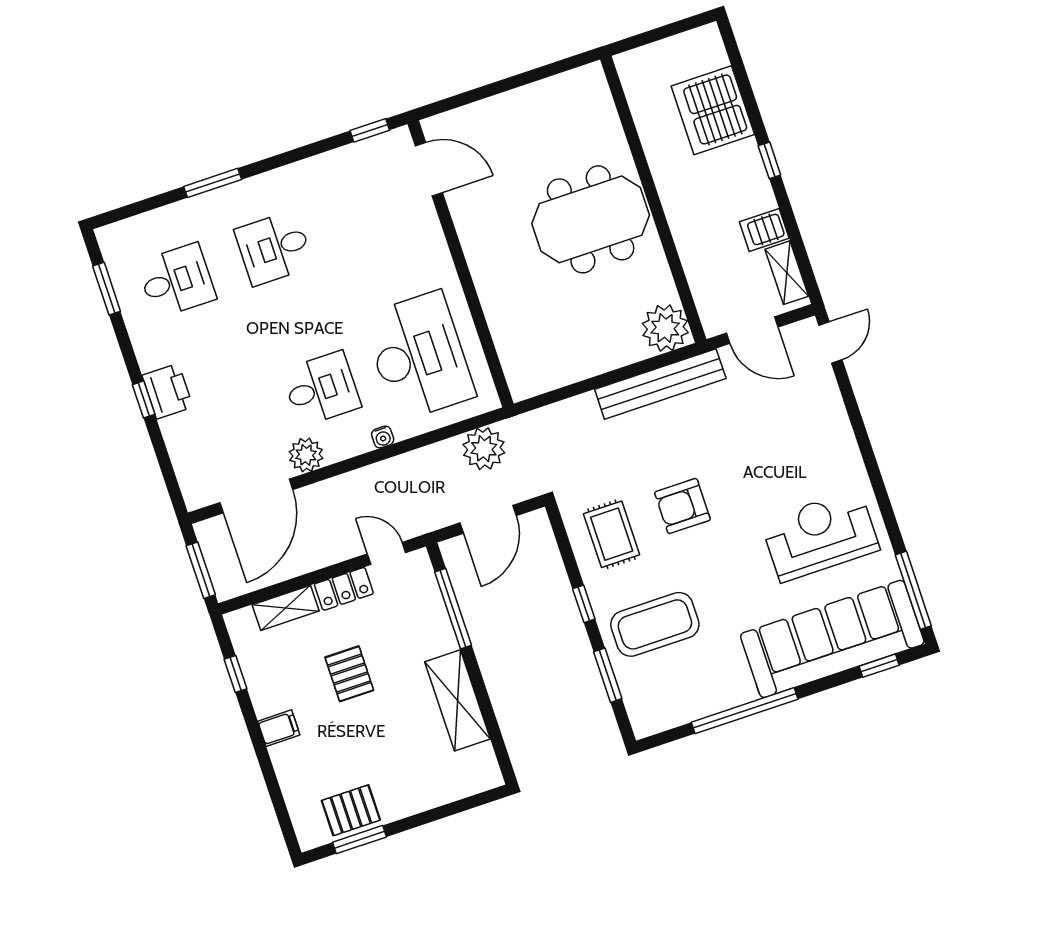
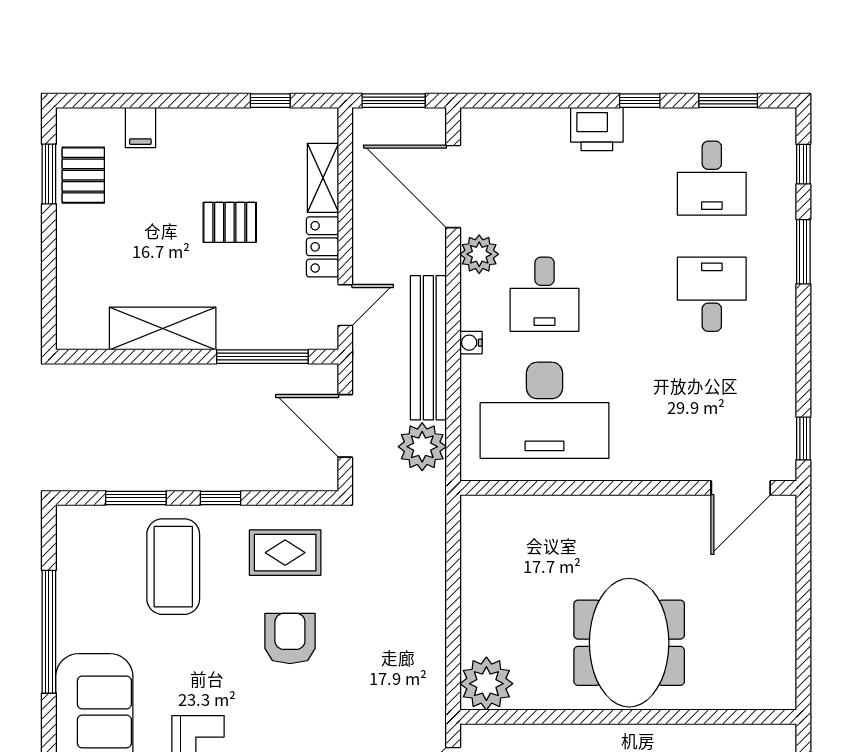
window: (139, 208) -> (803, 164), added
bench: (660, 384) -> (428, 348), moved
window: (144, 399) -> (640, 101), moved
filing cabinet: (279, 728) -> (140, 127), moved

